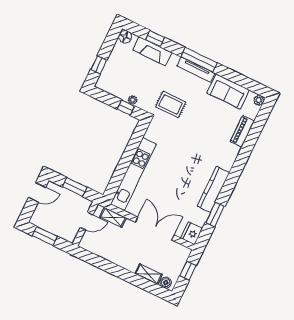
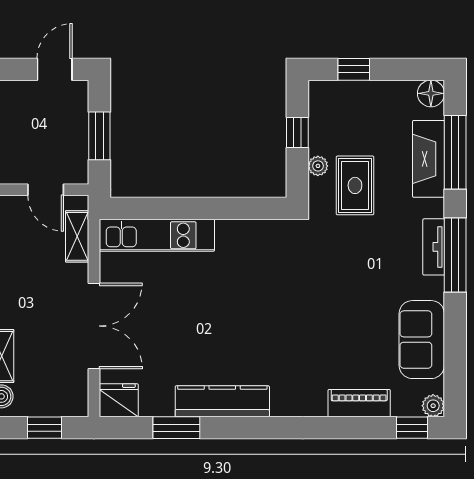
window: (155, 39) -> (455, 152), width x2.17
tv unit: (196, 70) -> (434, 247), width x0.71
rug: (171, 104) -> (355, 185), moved
window: (126, 108) -> (297, 132), moved
window: (264, 114) -> (412, 428), added
kitchen unit: (133, 174) -> (157, 235), width x0.73
door: (37, 192) -> (55, 69), swing flipped

